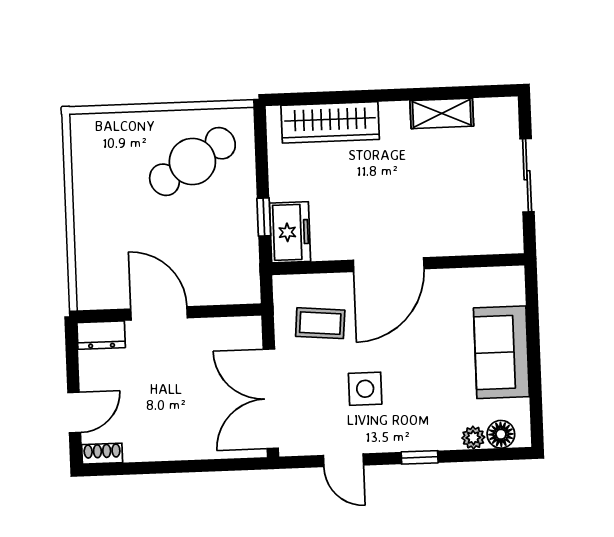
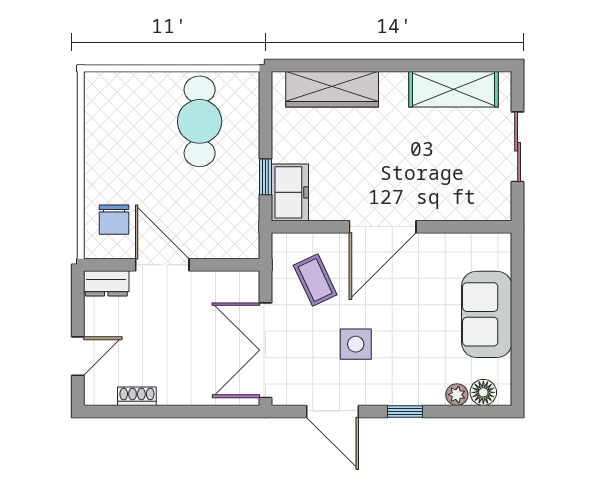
shelving: (442, 113) -> (454, 89), width x1.50, depth x1.33
cafe table: (192, 161) -> (200, 121), turned -59
chair: (107, 268) -> (114, 220), added
coffee table: (320, 323) -> (315, 280), turned 60
shoe rack: (102, 454) -> (137, 396), moved
door: (344, 460) -> (332, 411), width x1.38

